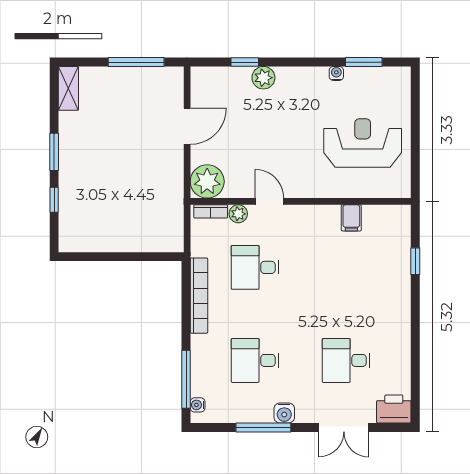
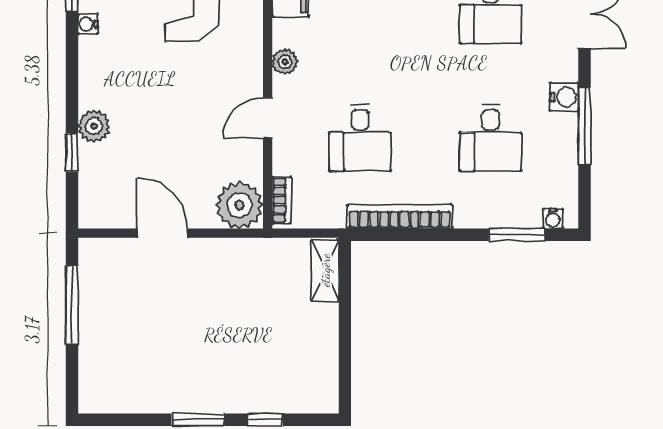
shelving: (68, 88) -> (325, 270), moved, turned 90
plant: (238, 214) -> (285, 62), moved
window: (186, 379) -> (517, 235), width x0.69

